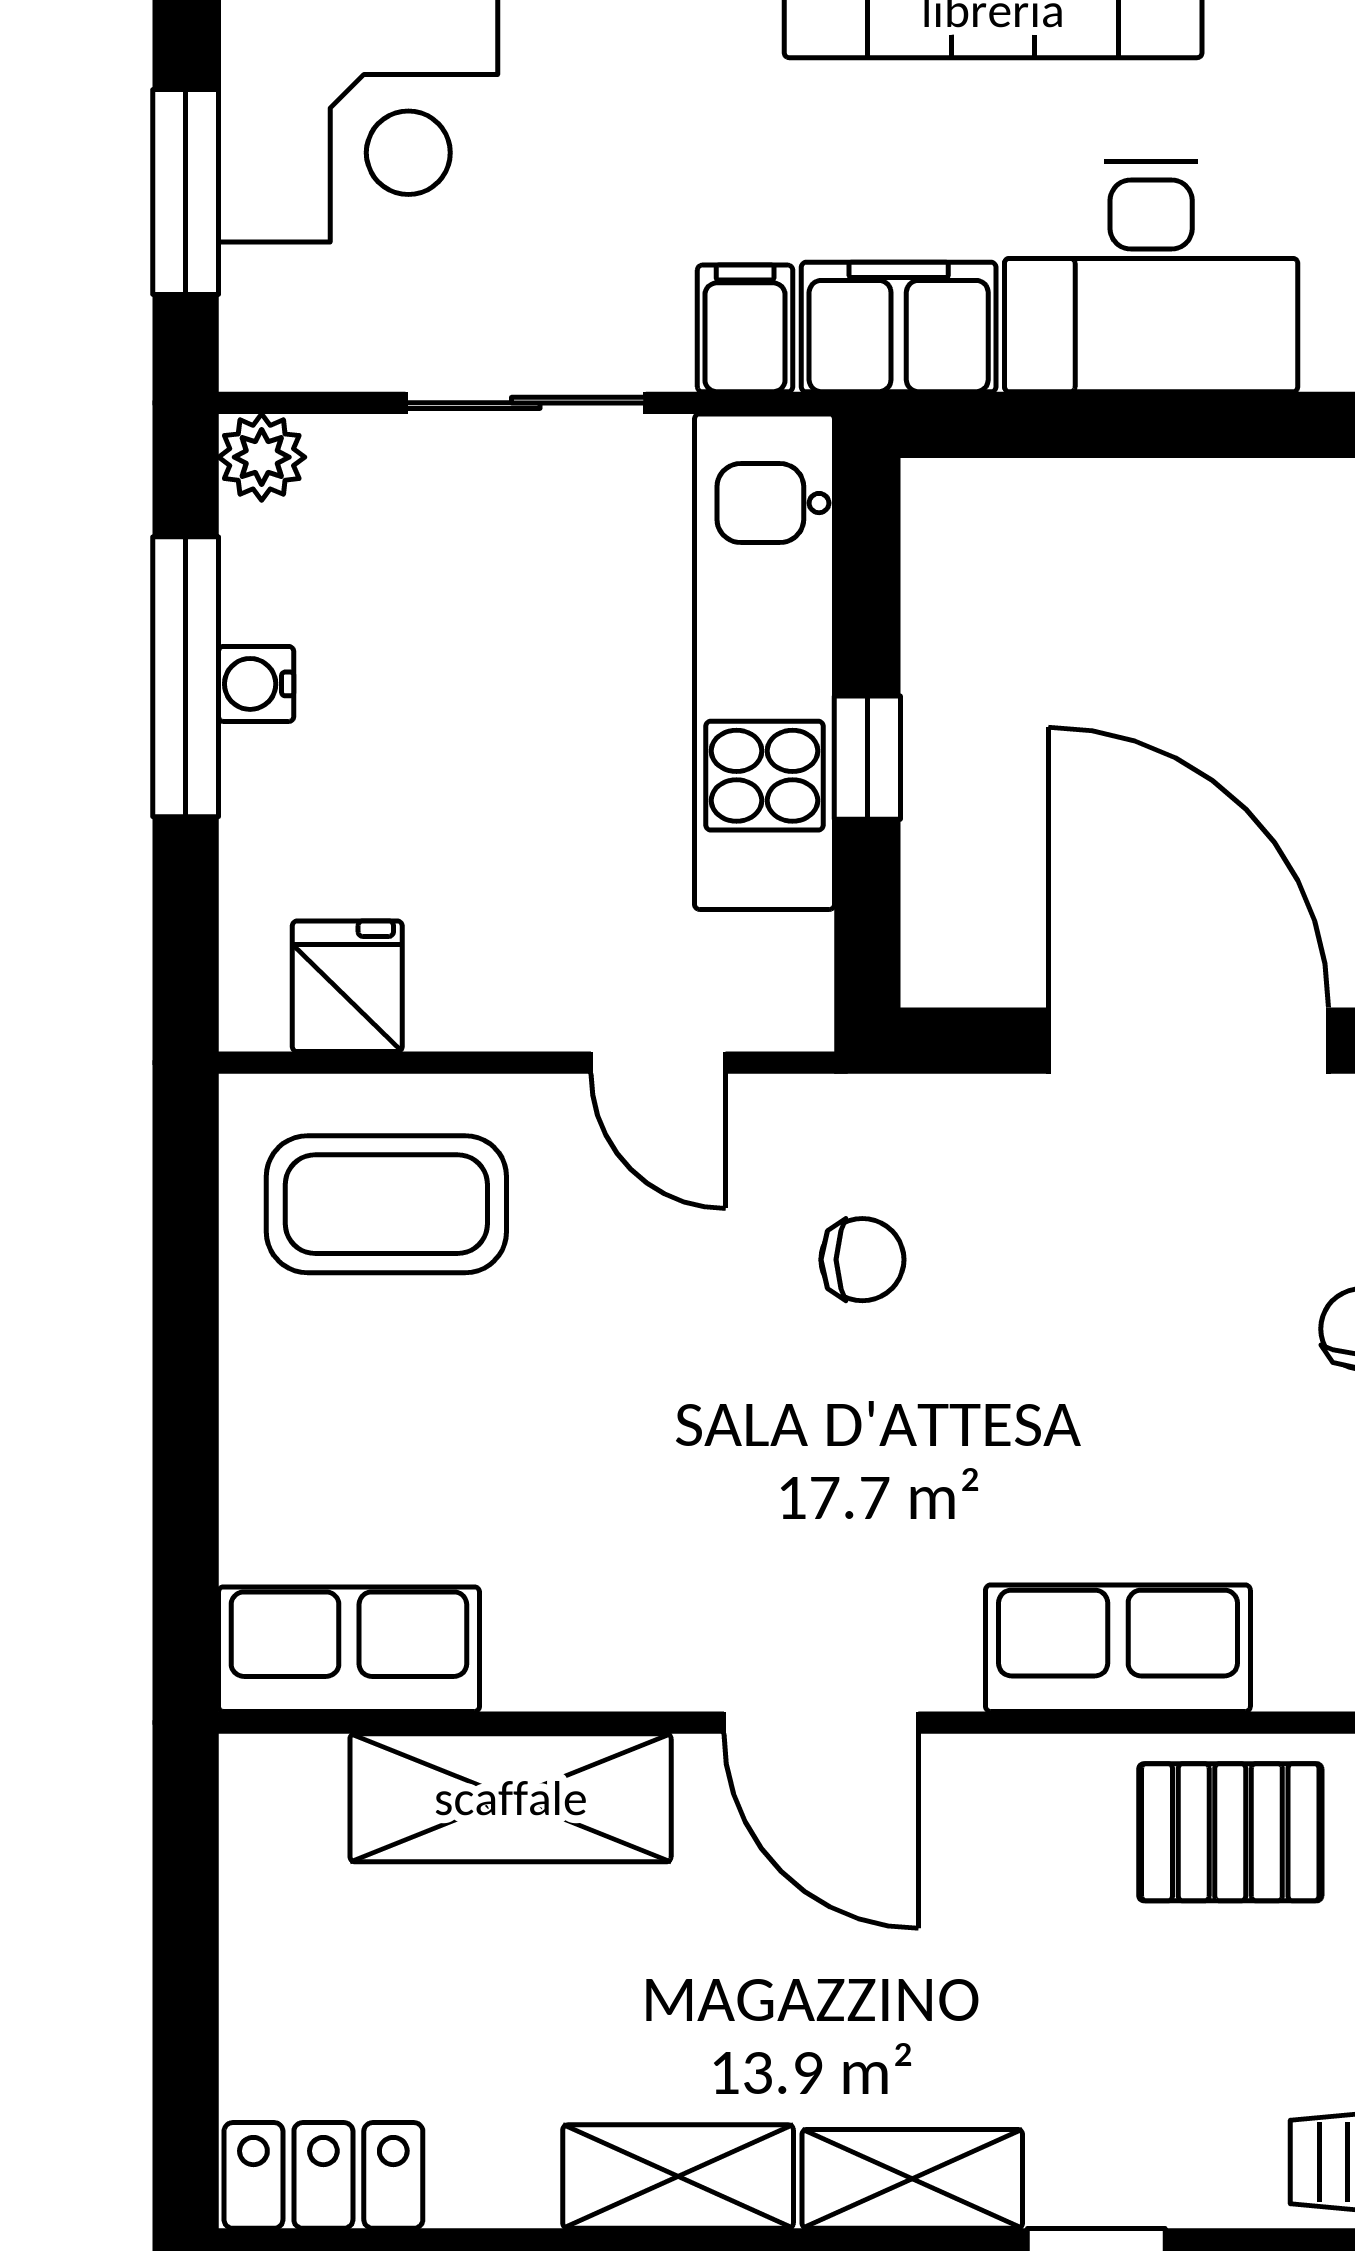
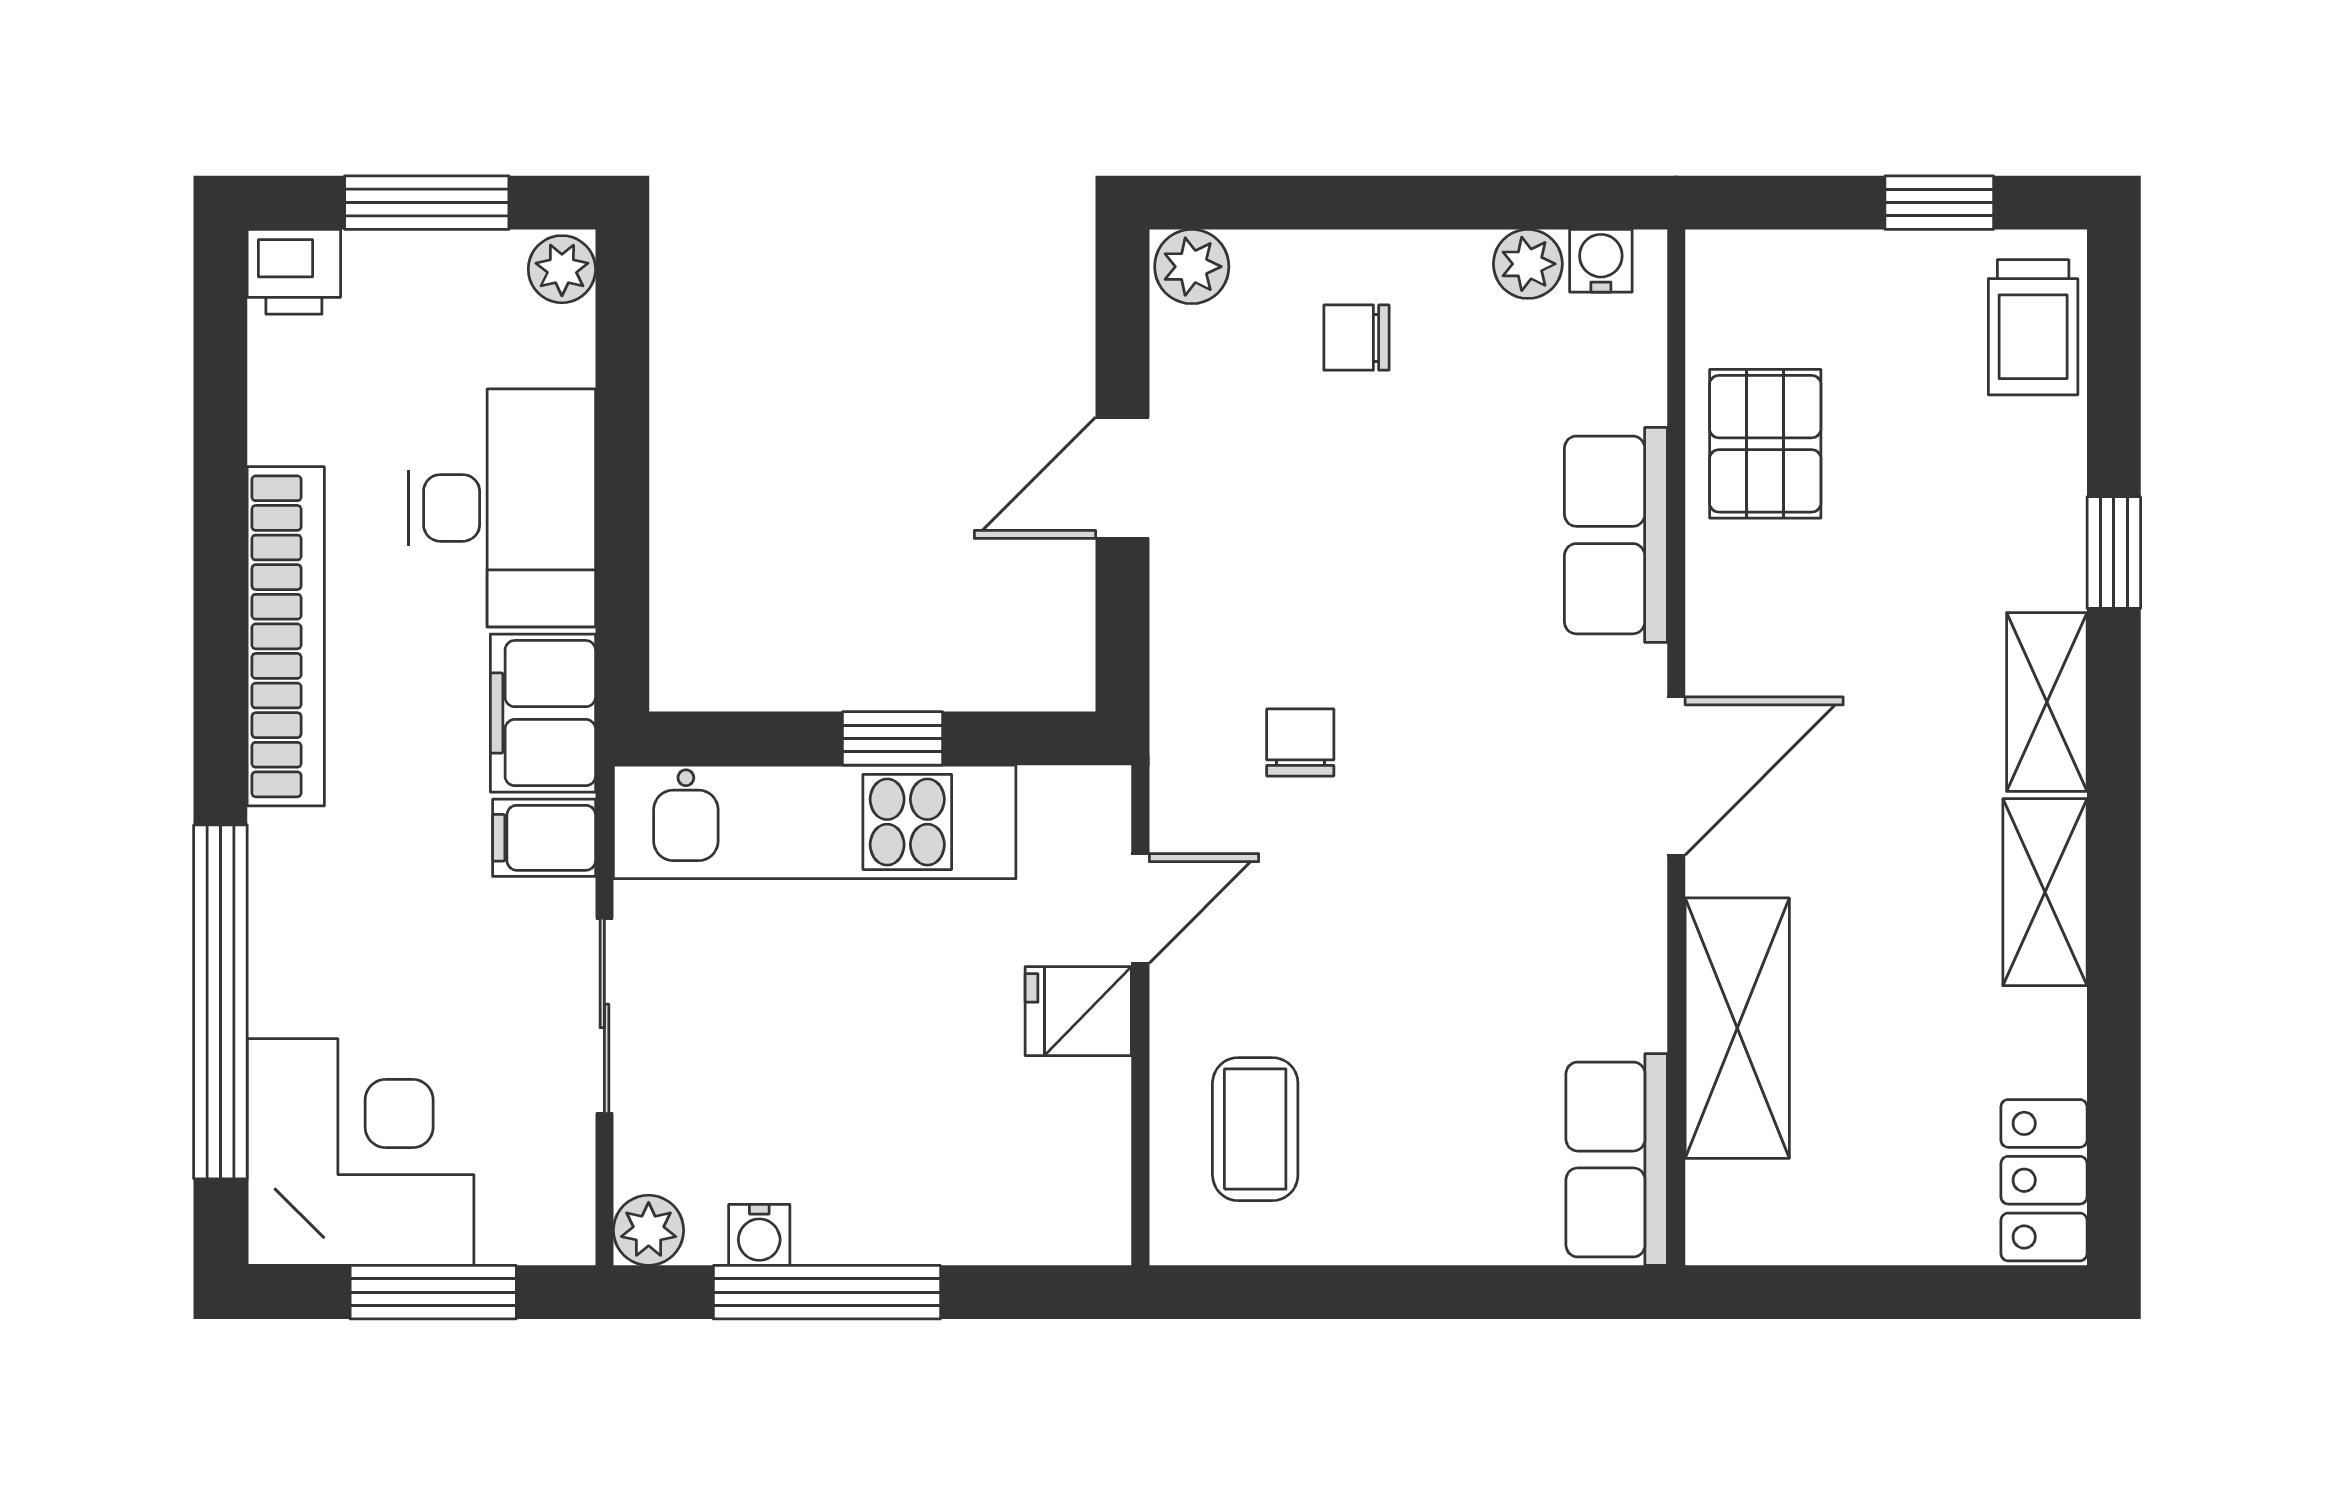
water cooler: (256, 684) -> (759, 1235), moved
fridge: (347, 986) -> (1078, 1011), moved
door: (1188, 1041) -> (1122, 478), width x0.53
coffee table: (386, 1204) -> (1255, 1129), width x0.73, depth x0.77

